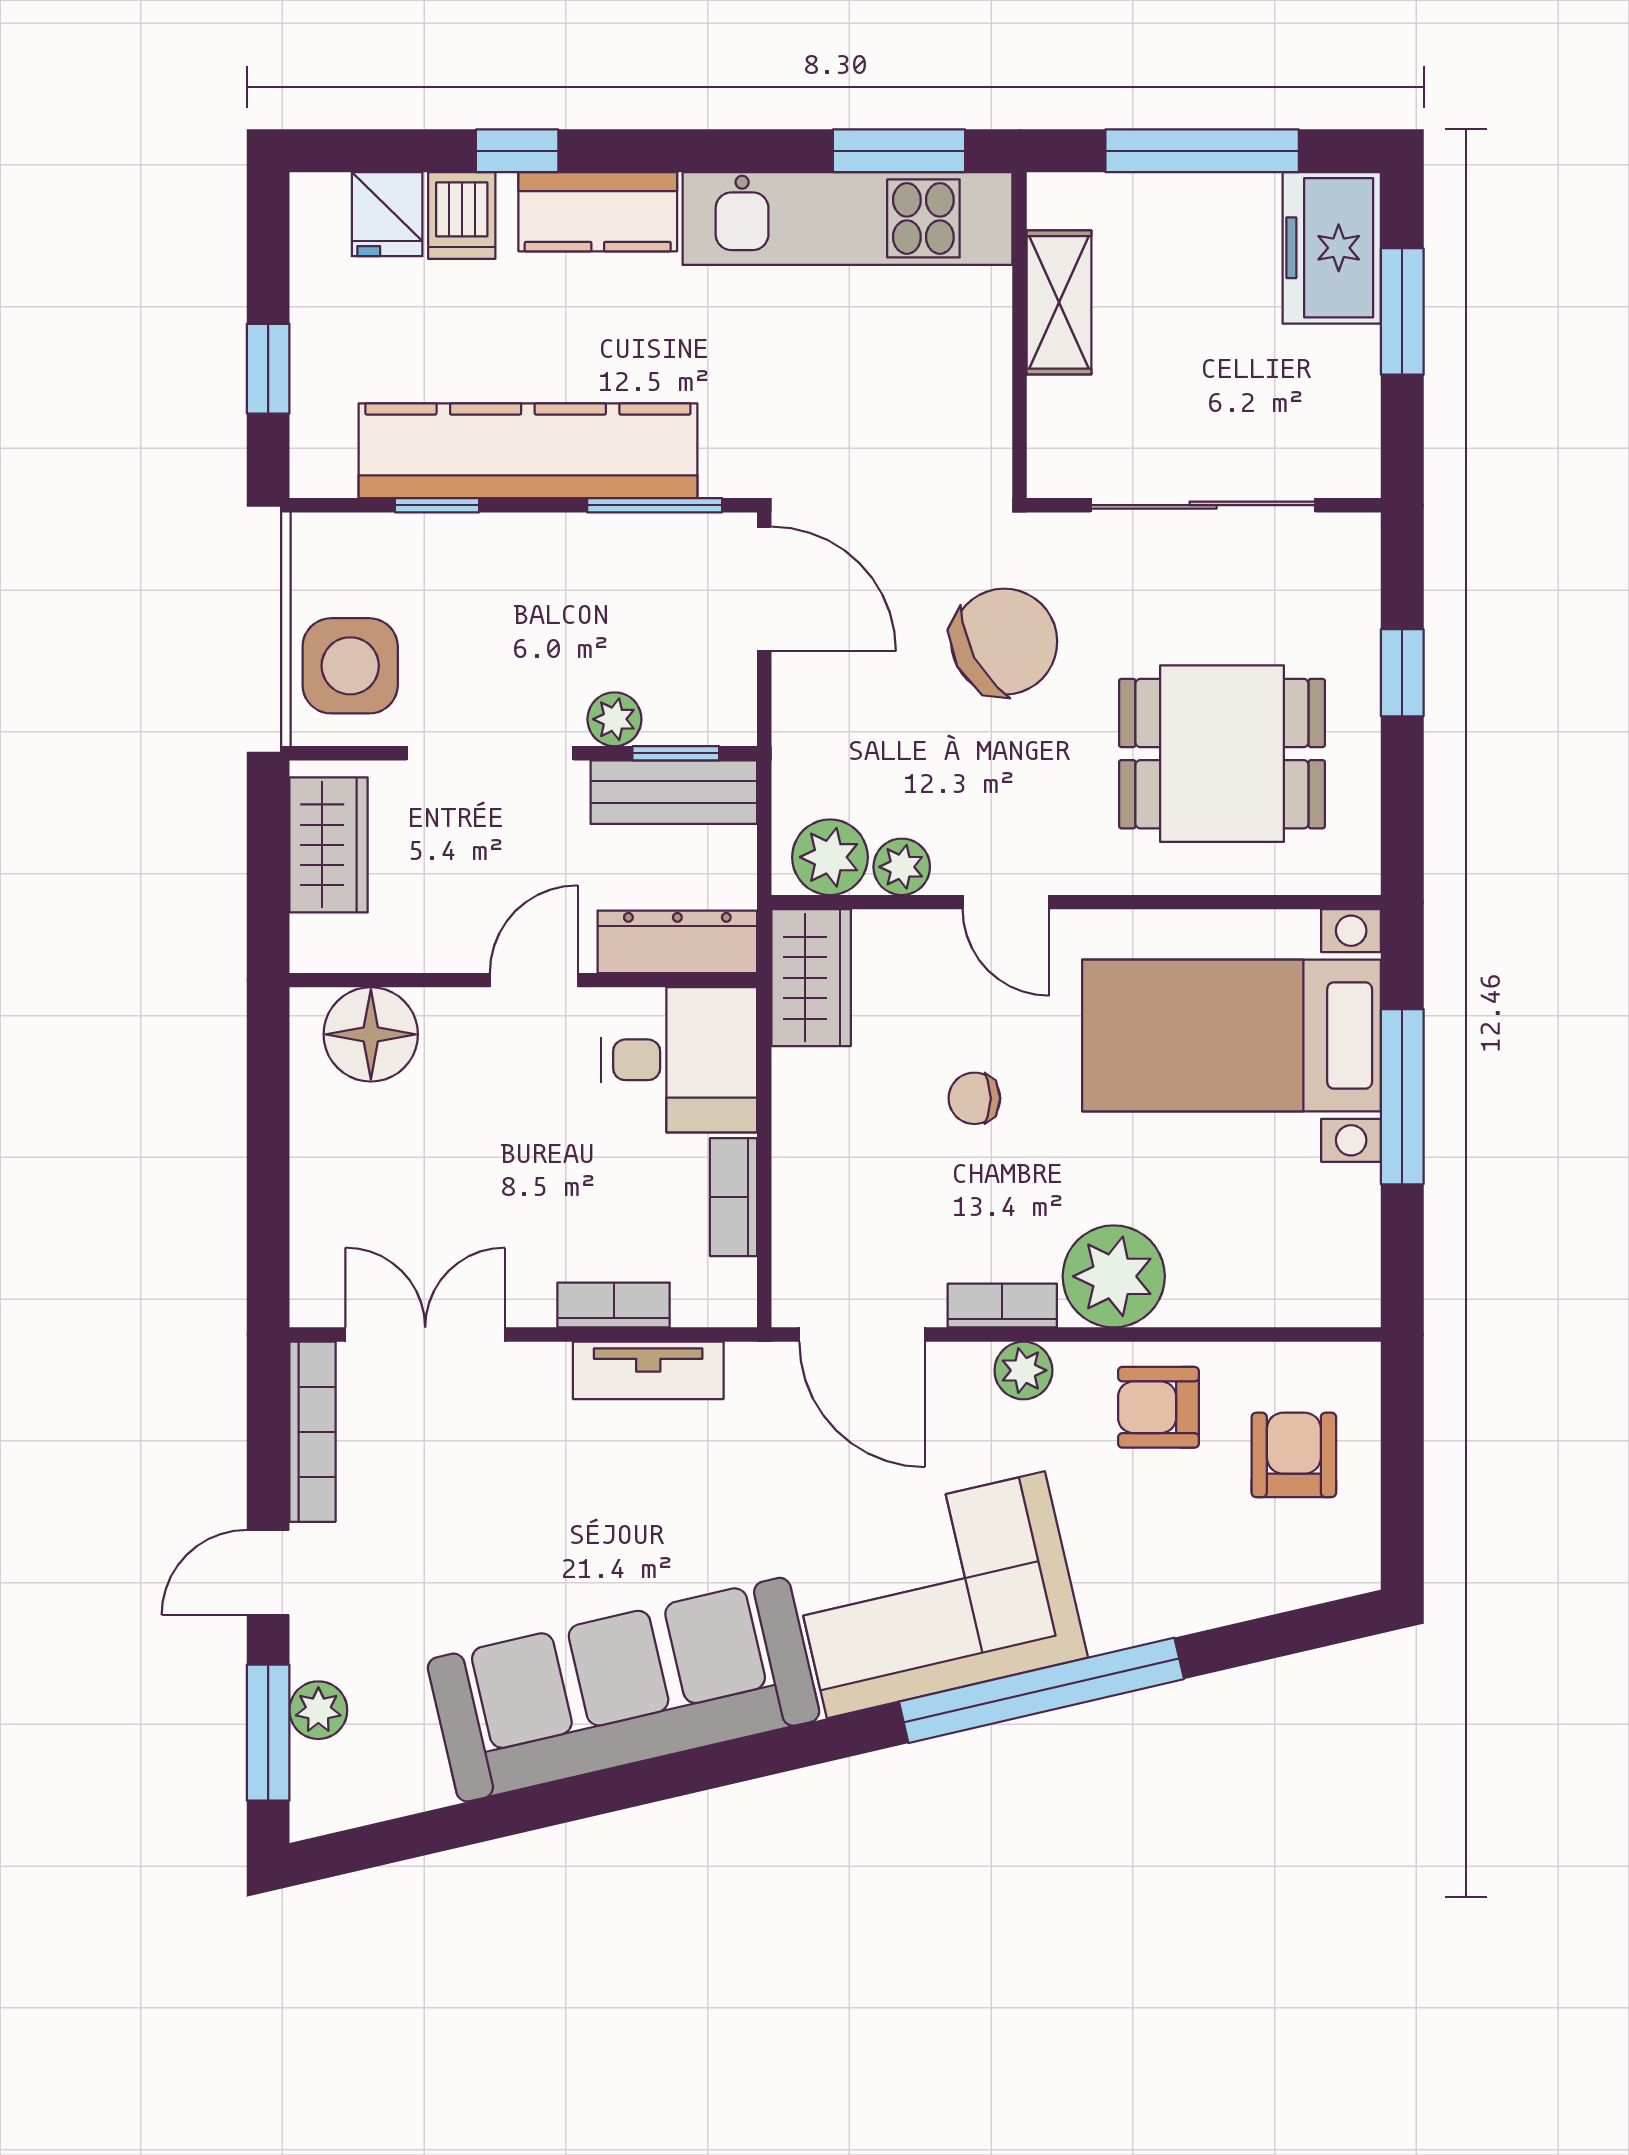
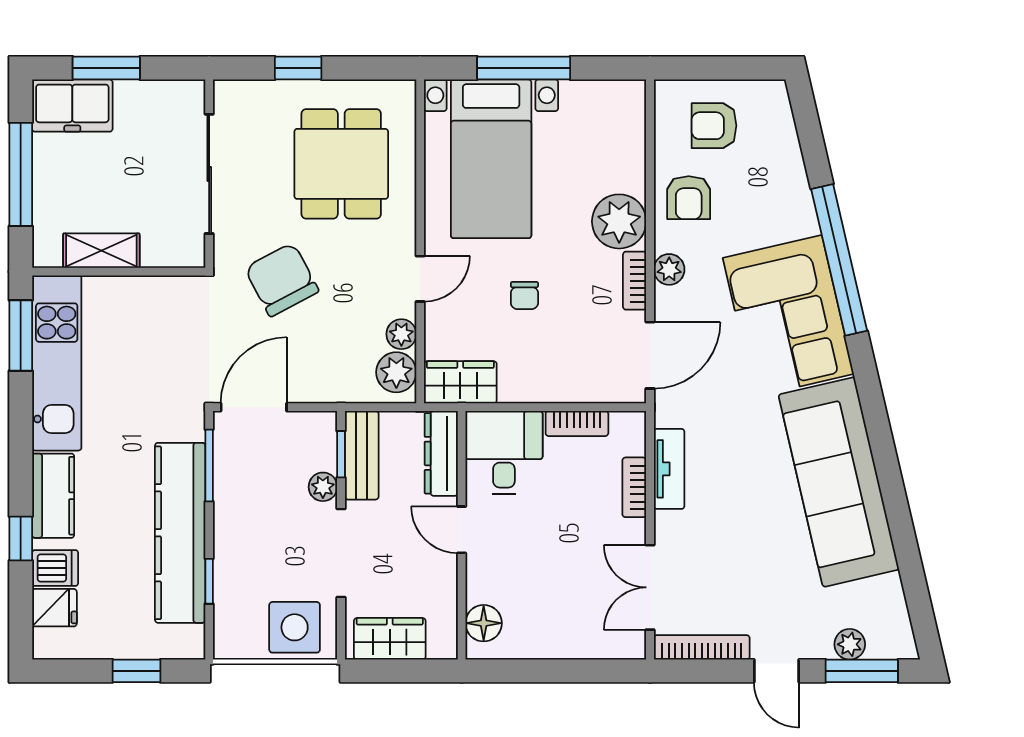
floor lamp: (371, 1034) -> (484, 623), width x0.73, depth x0.73

